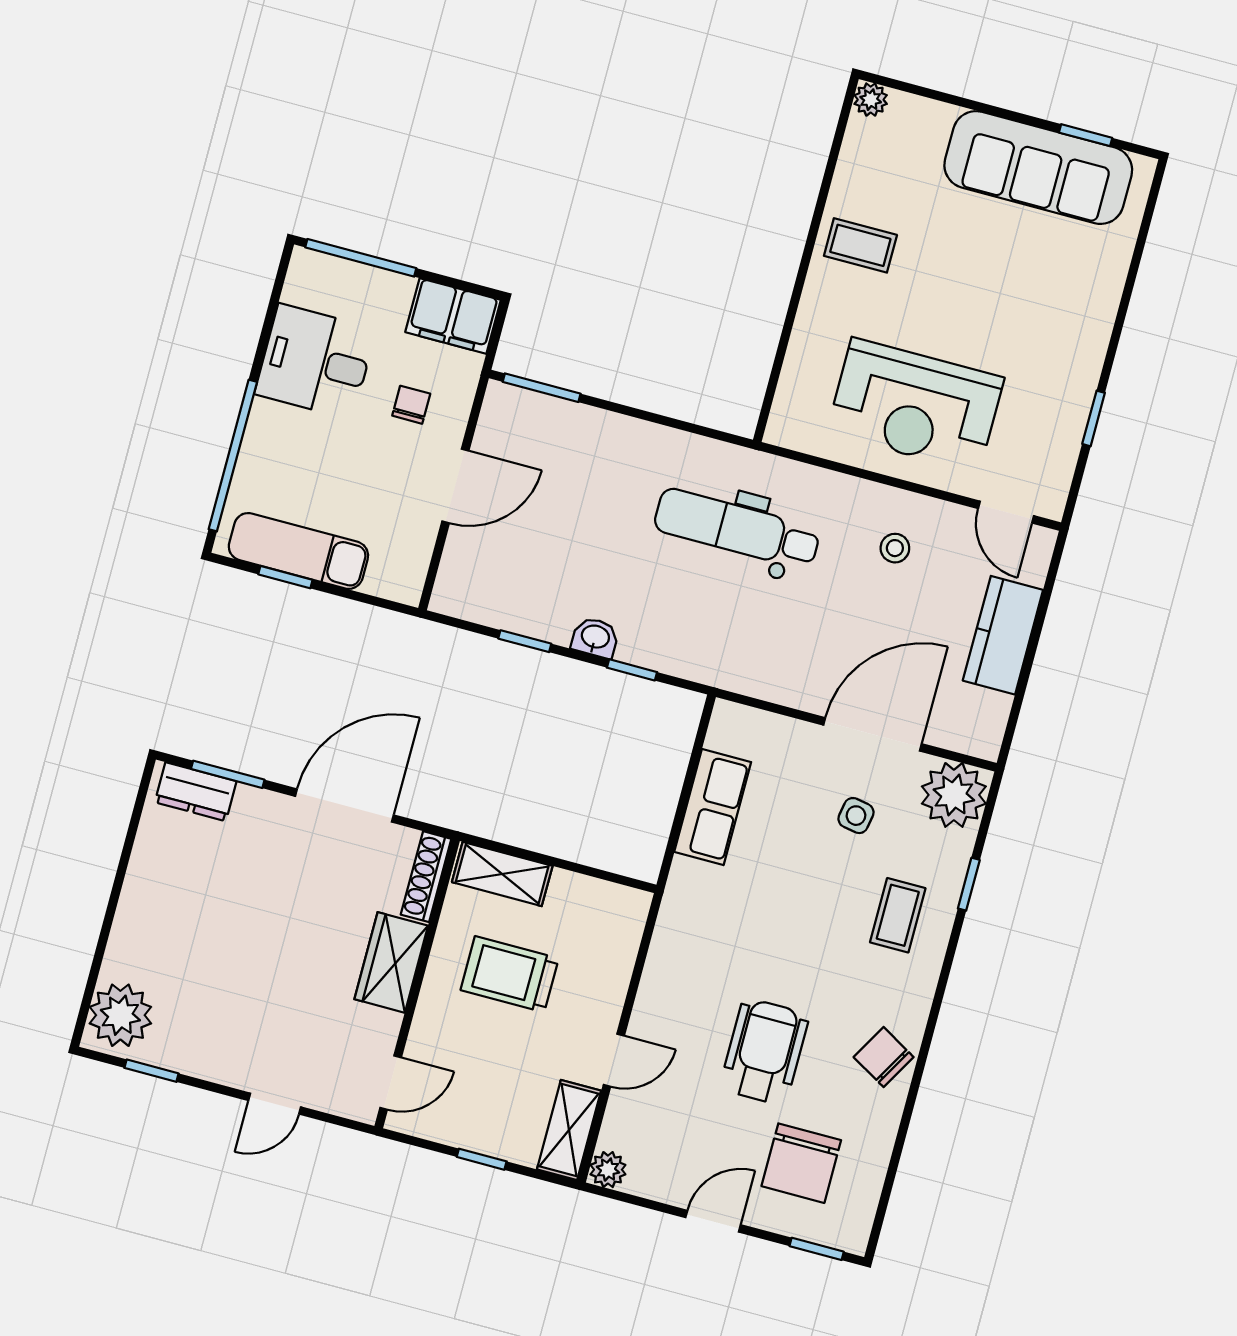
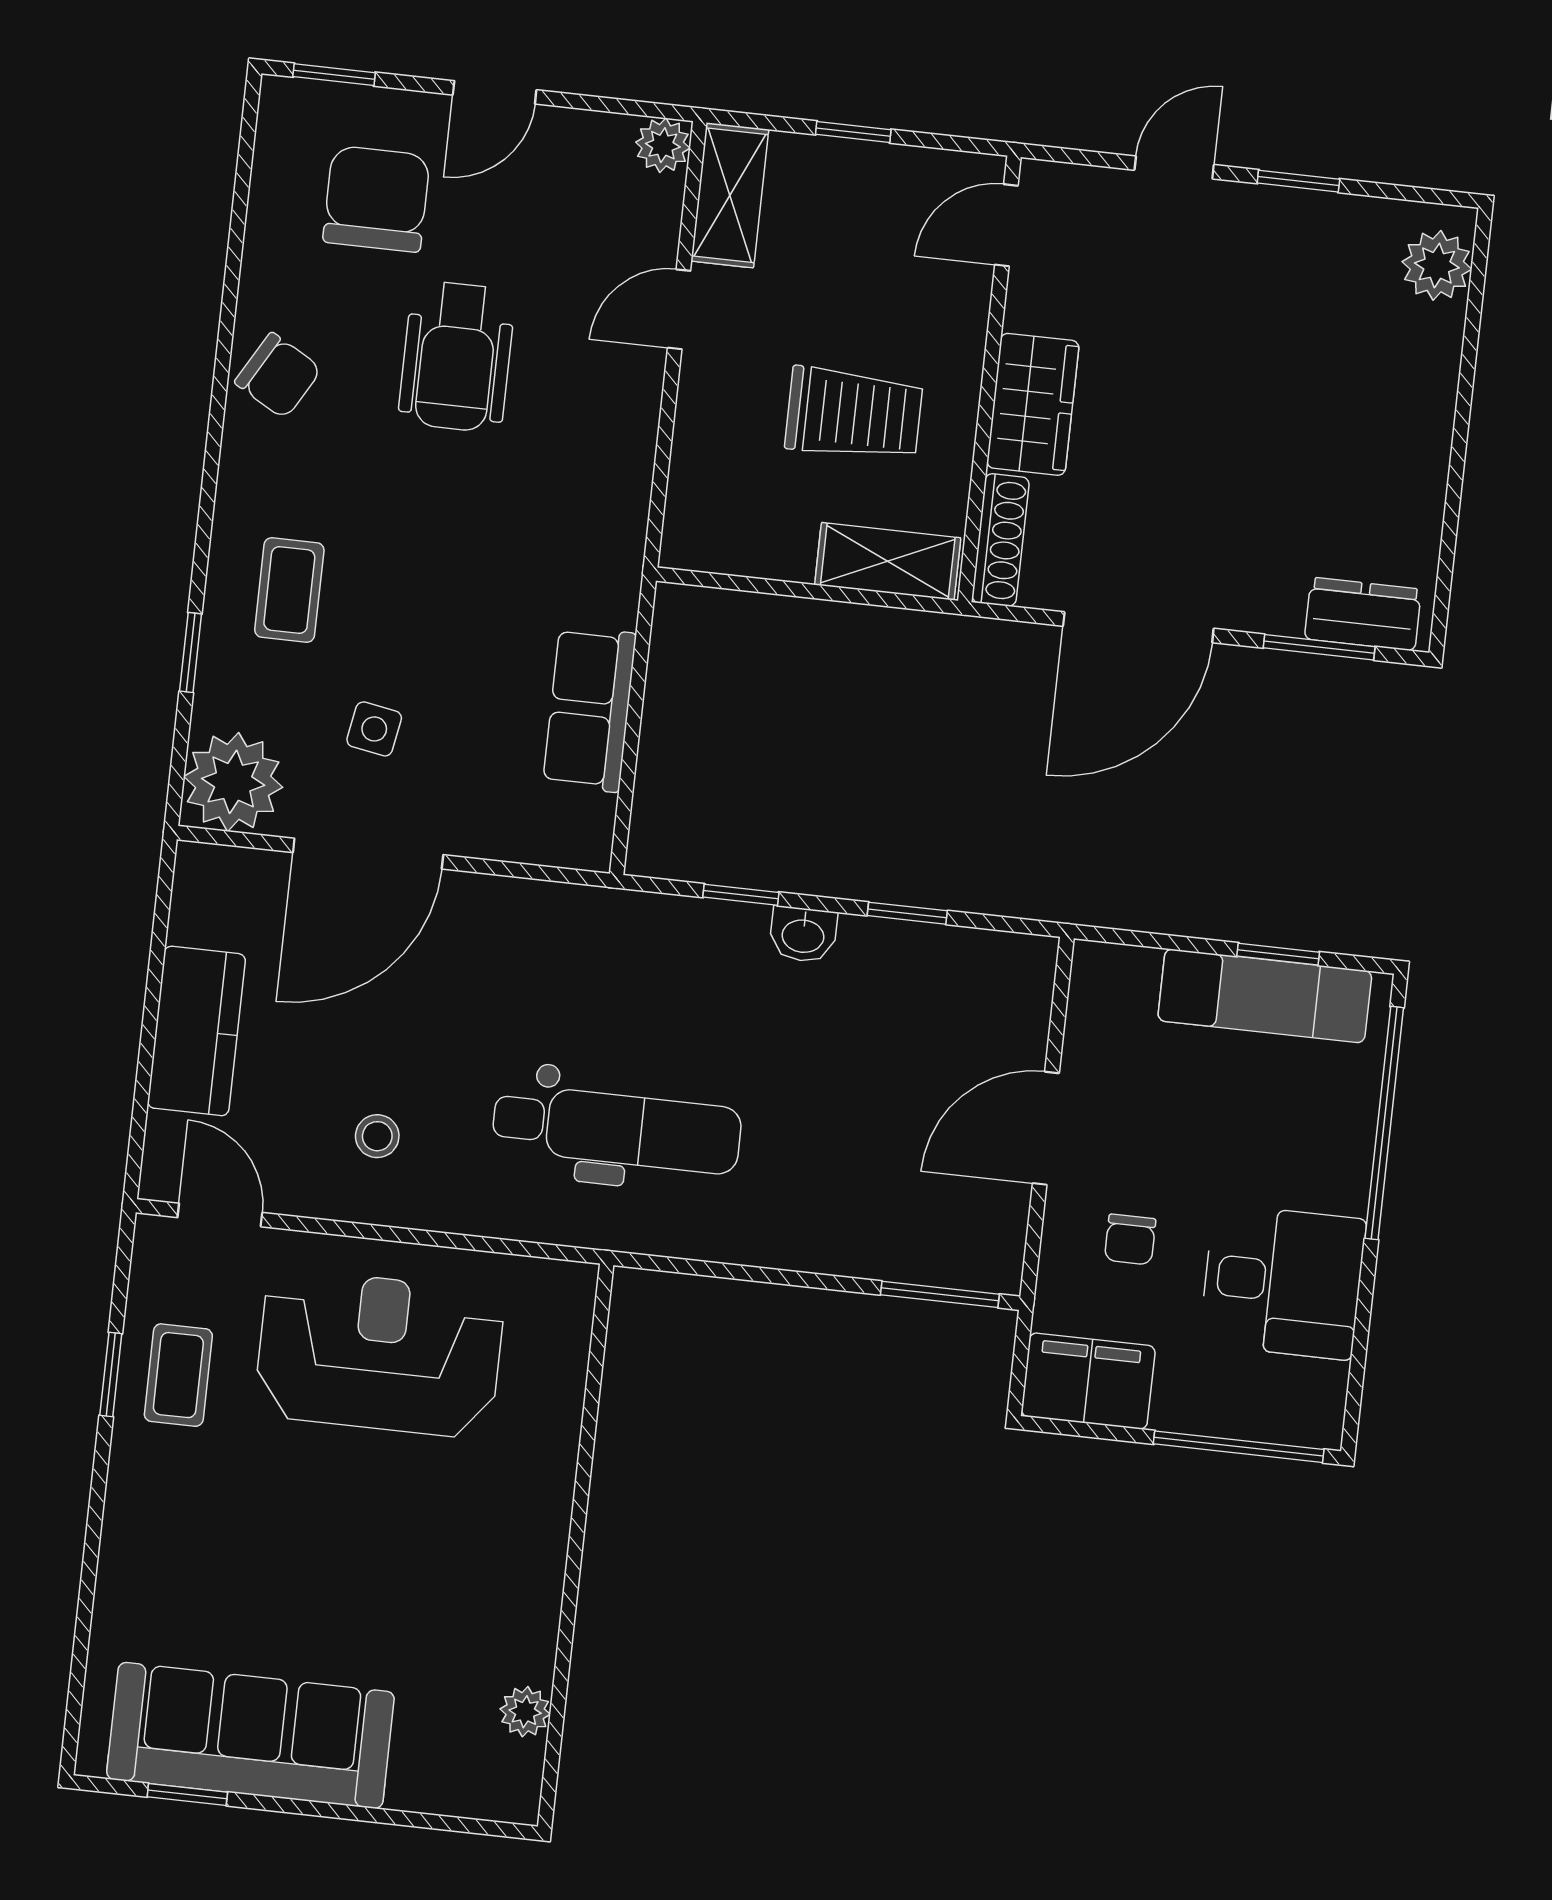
plant: (871, 100) -> (525, 1712), moved
coffee table: (860, 245) -> (178, 1375), moved, turned 90
plant: (120, 1015) -> (1437, 265), width x0.73, depth x0.73
window: (152, 1071) -> (1298, 181), moved

